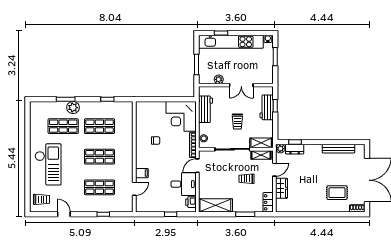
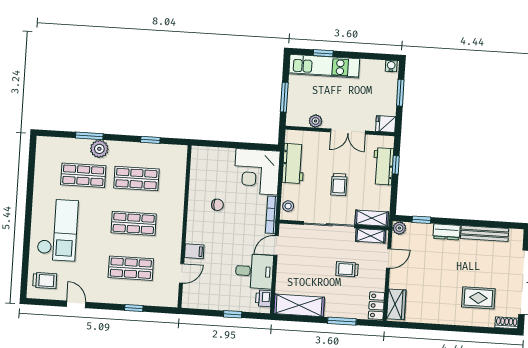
kitchen unit: (231, 42) -> (324, 66), width x0.73
fridge: (267, 78) -> (386, 124), added
dresser: (295, 149) -> (446, 232), moved
wardrobe: (282, 188) -> (396, 304), moved

